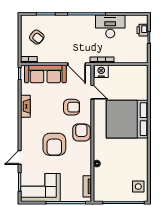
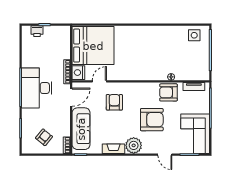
desk: (110, 26) -> (37, 88), moved, width x1.36, depth x1.30
bed: (127, 119) -> (93, 46), moved, turned -90
plant: (29, 126) -> (134, 145), added
armchair: (81, 132) -> (168, 92), moved

